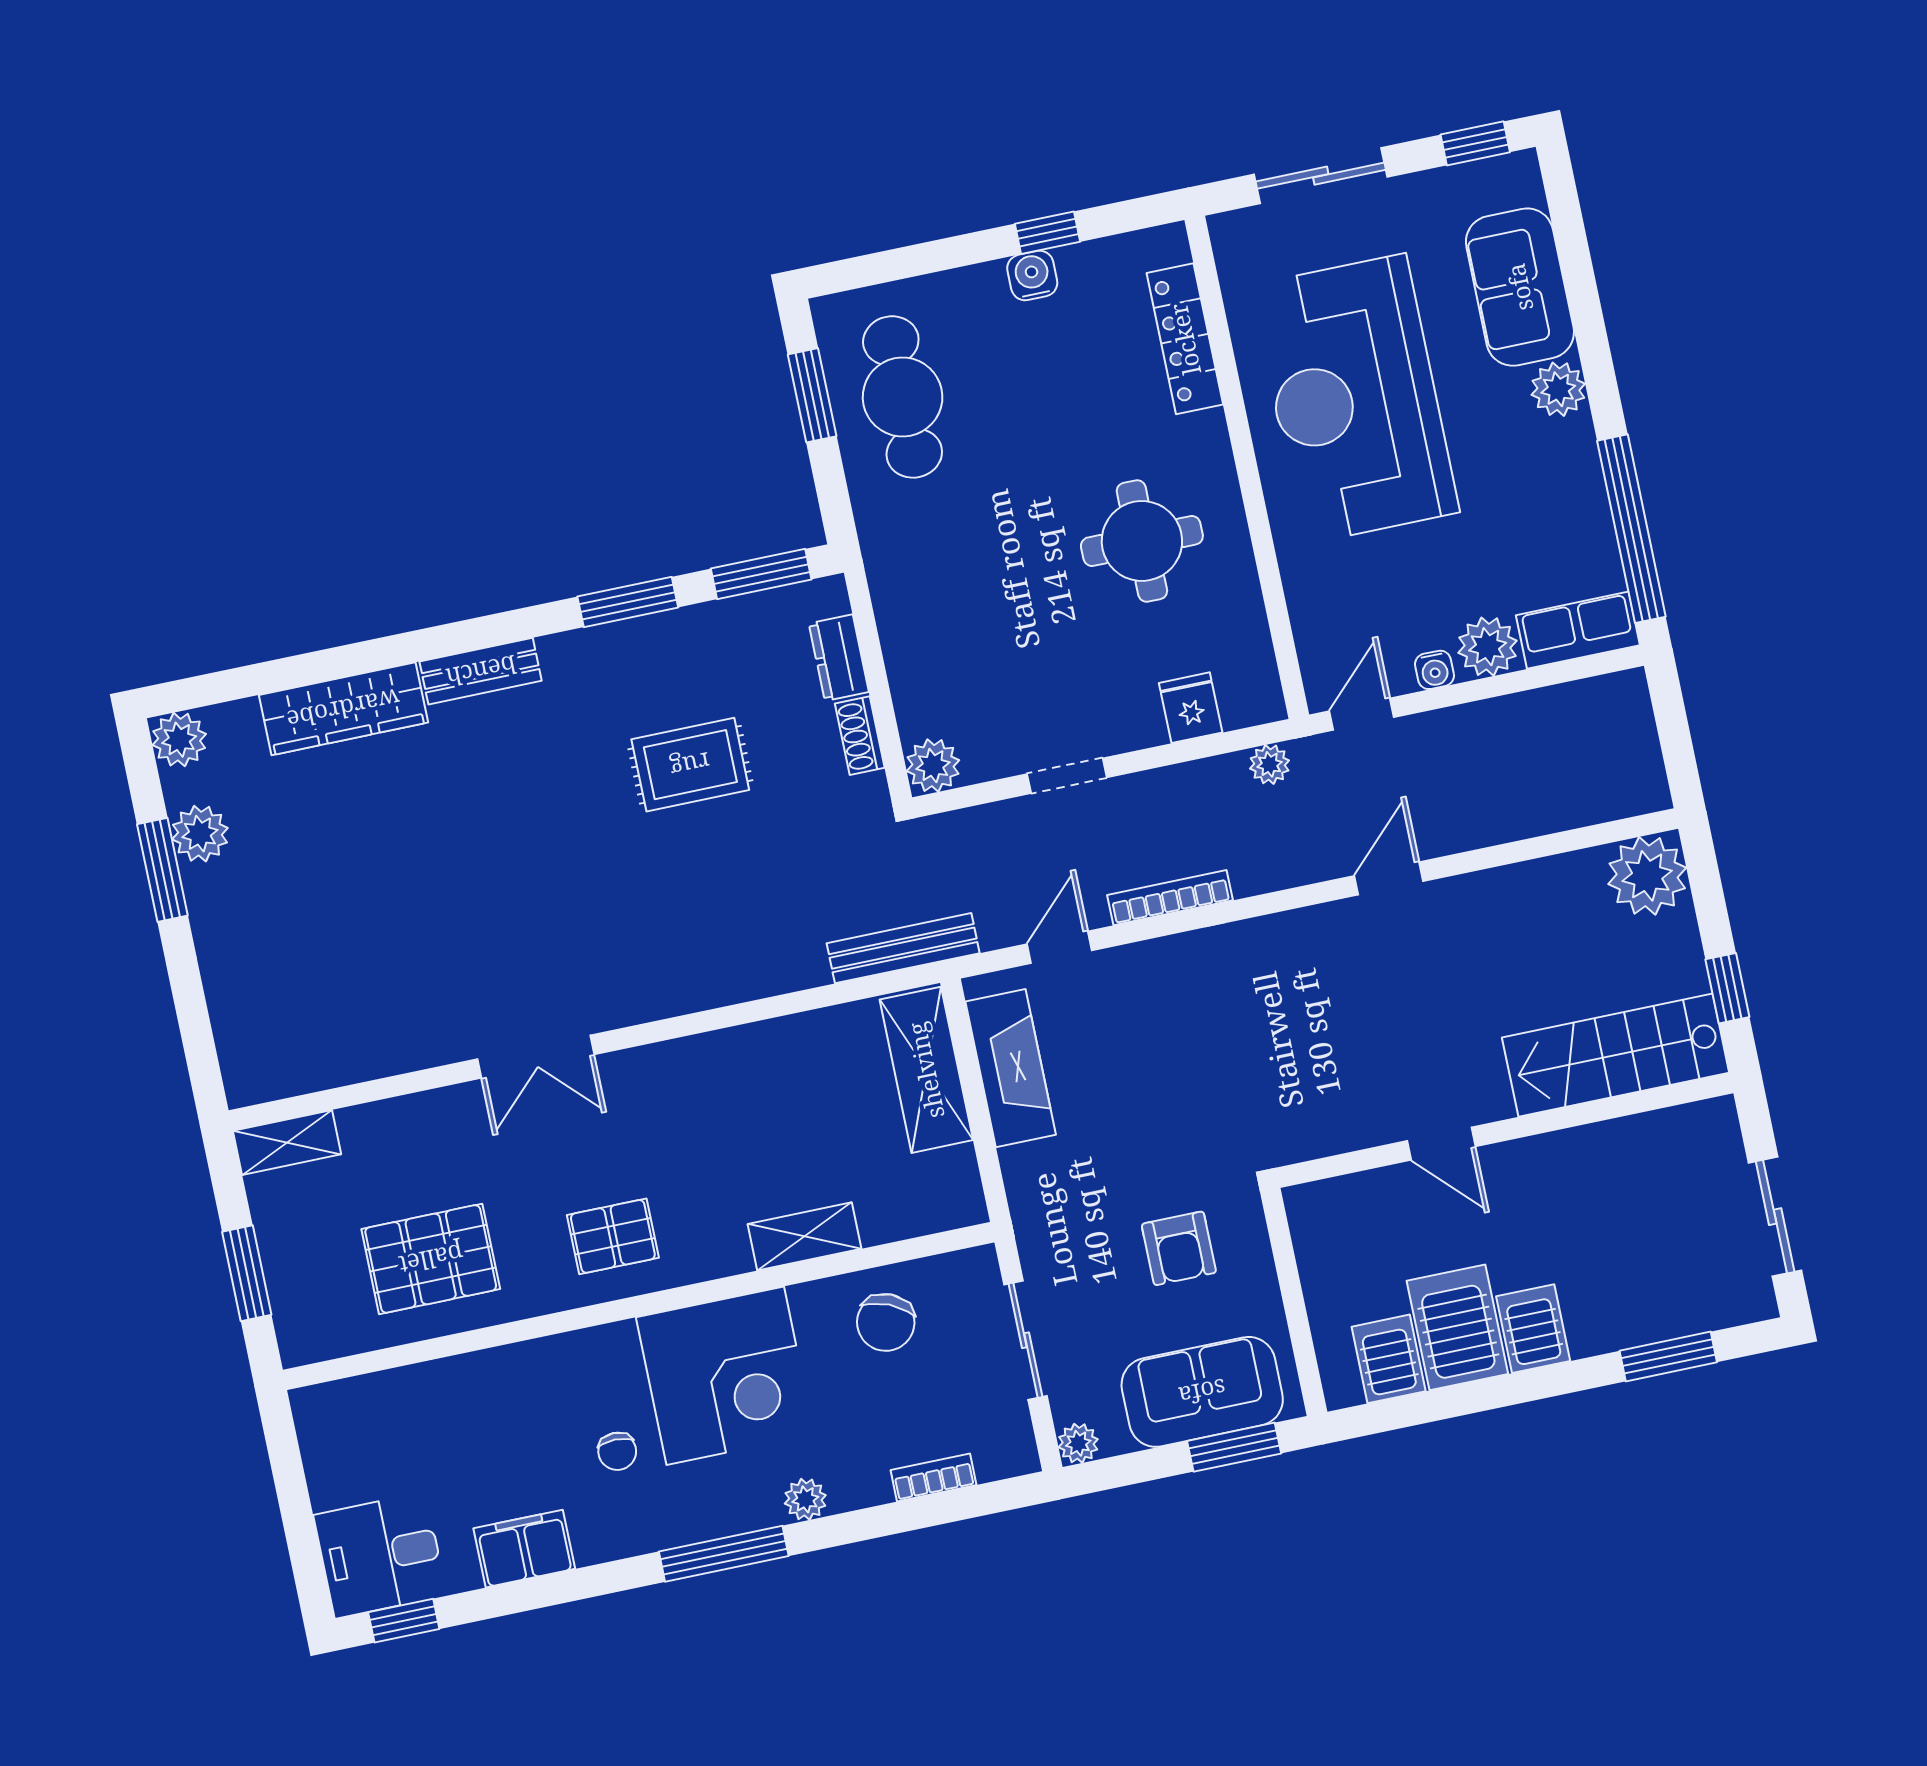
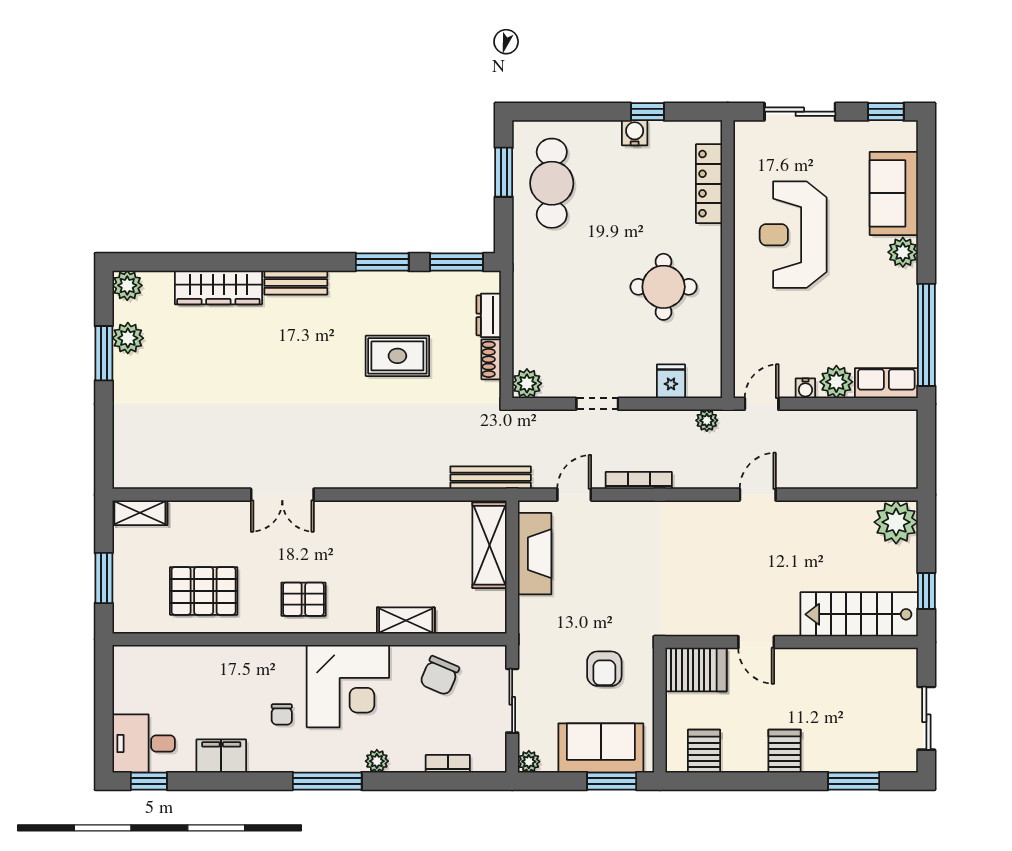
reception desk: (1355, 399) -> (793, 235), width x0.74, depth x0.77
server rack: (1457, 1327) -> (696, 670), moved, turned 90

